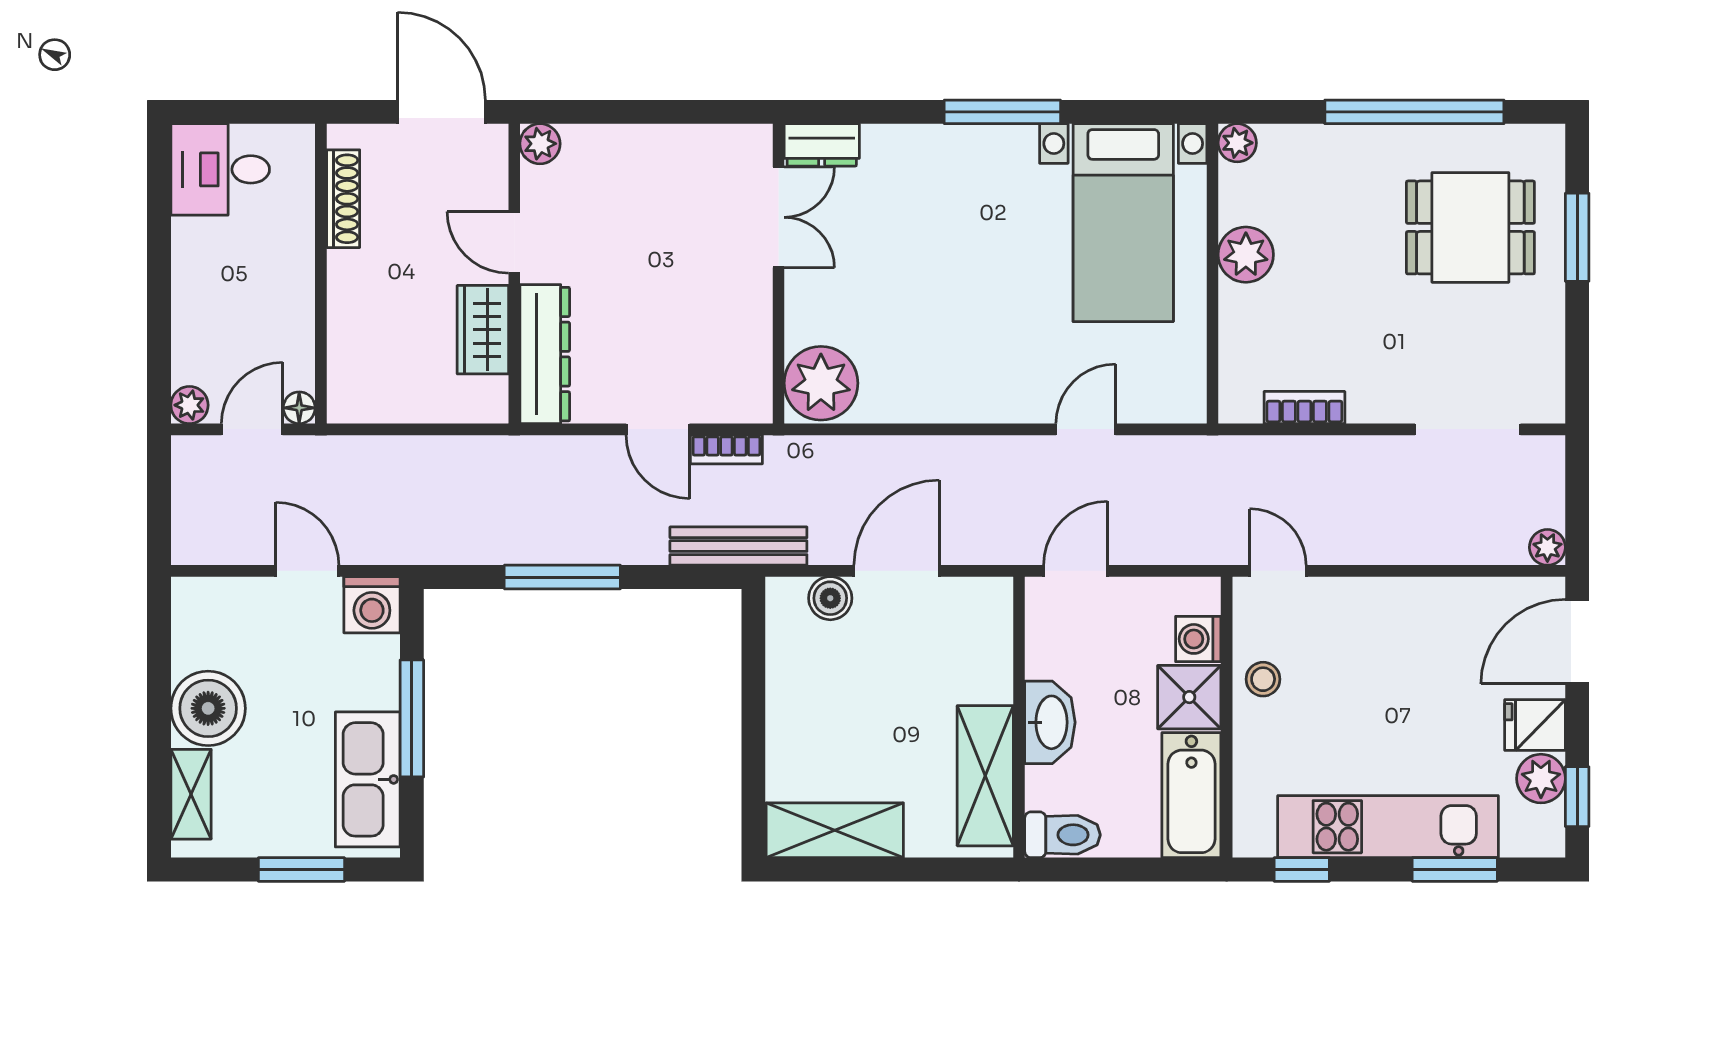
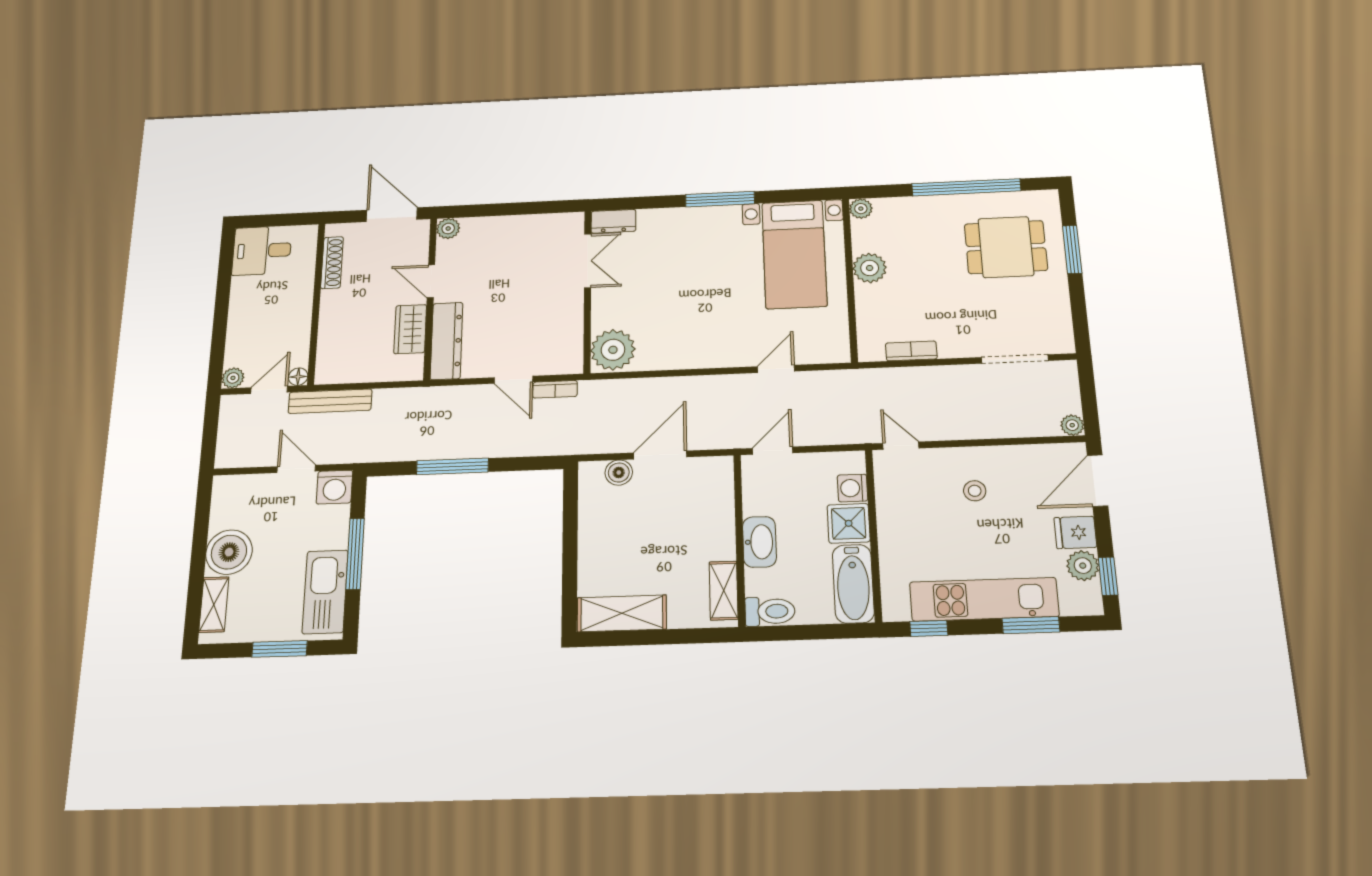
bench: (738, 546) -> (330, 401), moved
stool: (1263, 679) -> (975, 491), moved
shelving: (985, 776) -> (724, 591), width x0.67, depth x0.75

